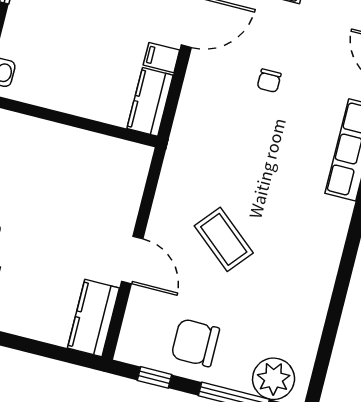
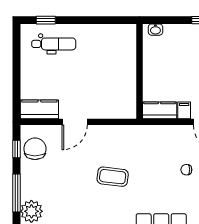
coffee table: (224, 239) -> (113, 177), moved, turned 57
chair: (195, 343) -> (35, 149), moved

